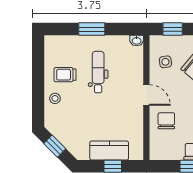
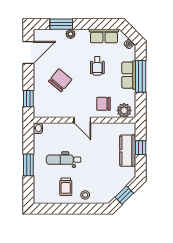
side table: (165, 62) -> (55, 105), removed
door: (146, 95) -> (82, 120), swing flipped
plant: (158, 146) -> (124, 110), added

